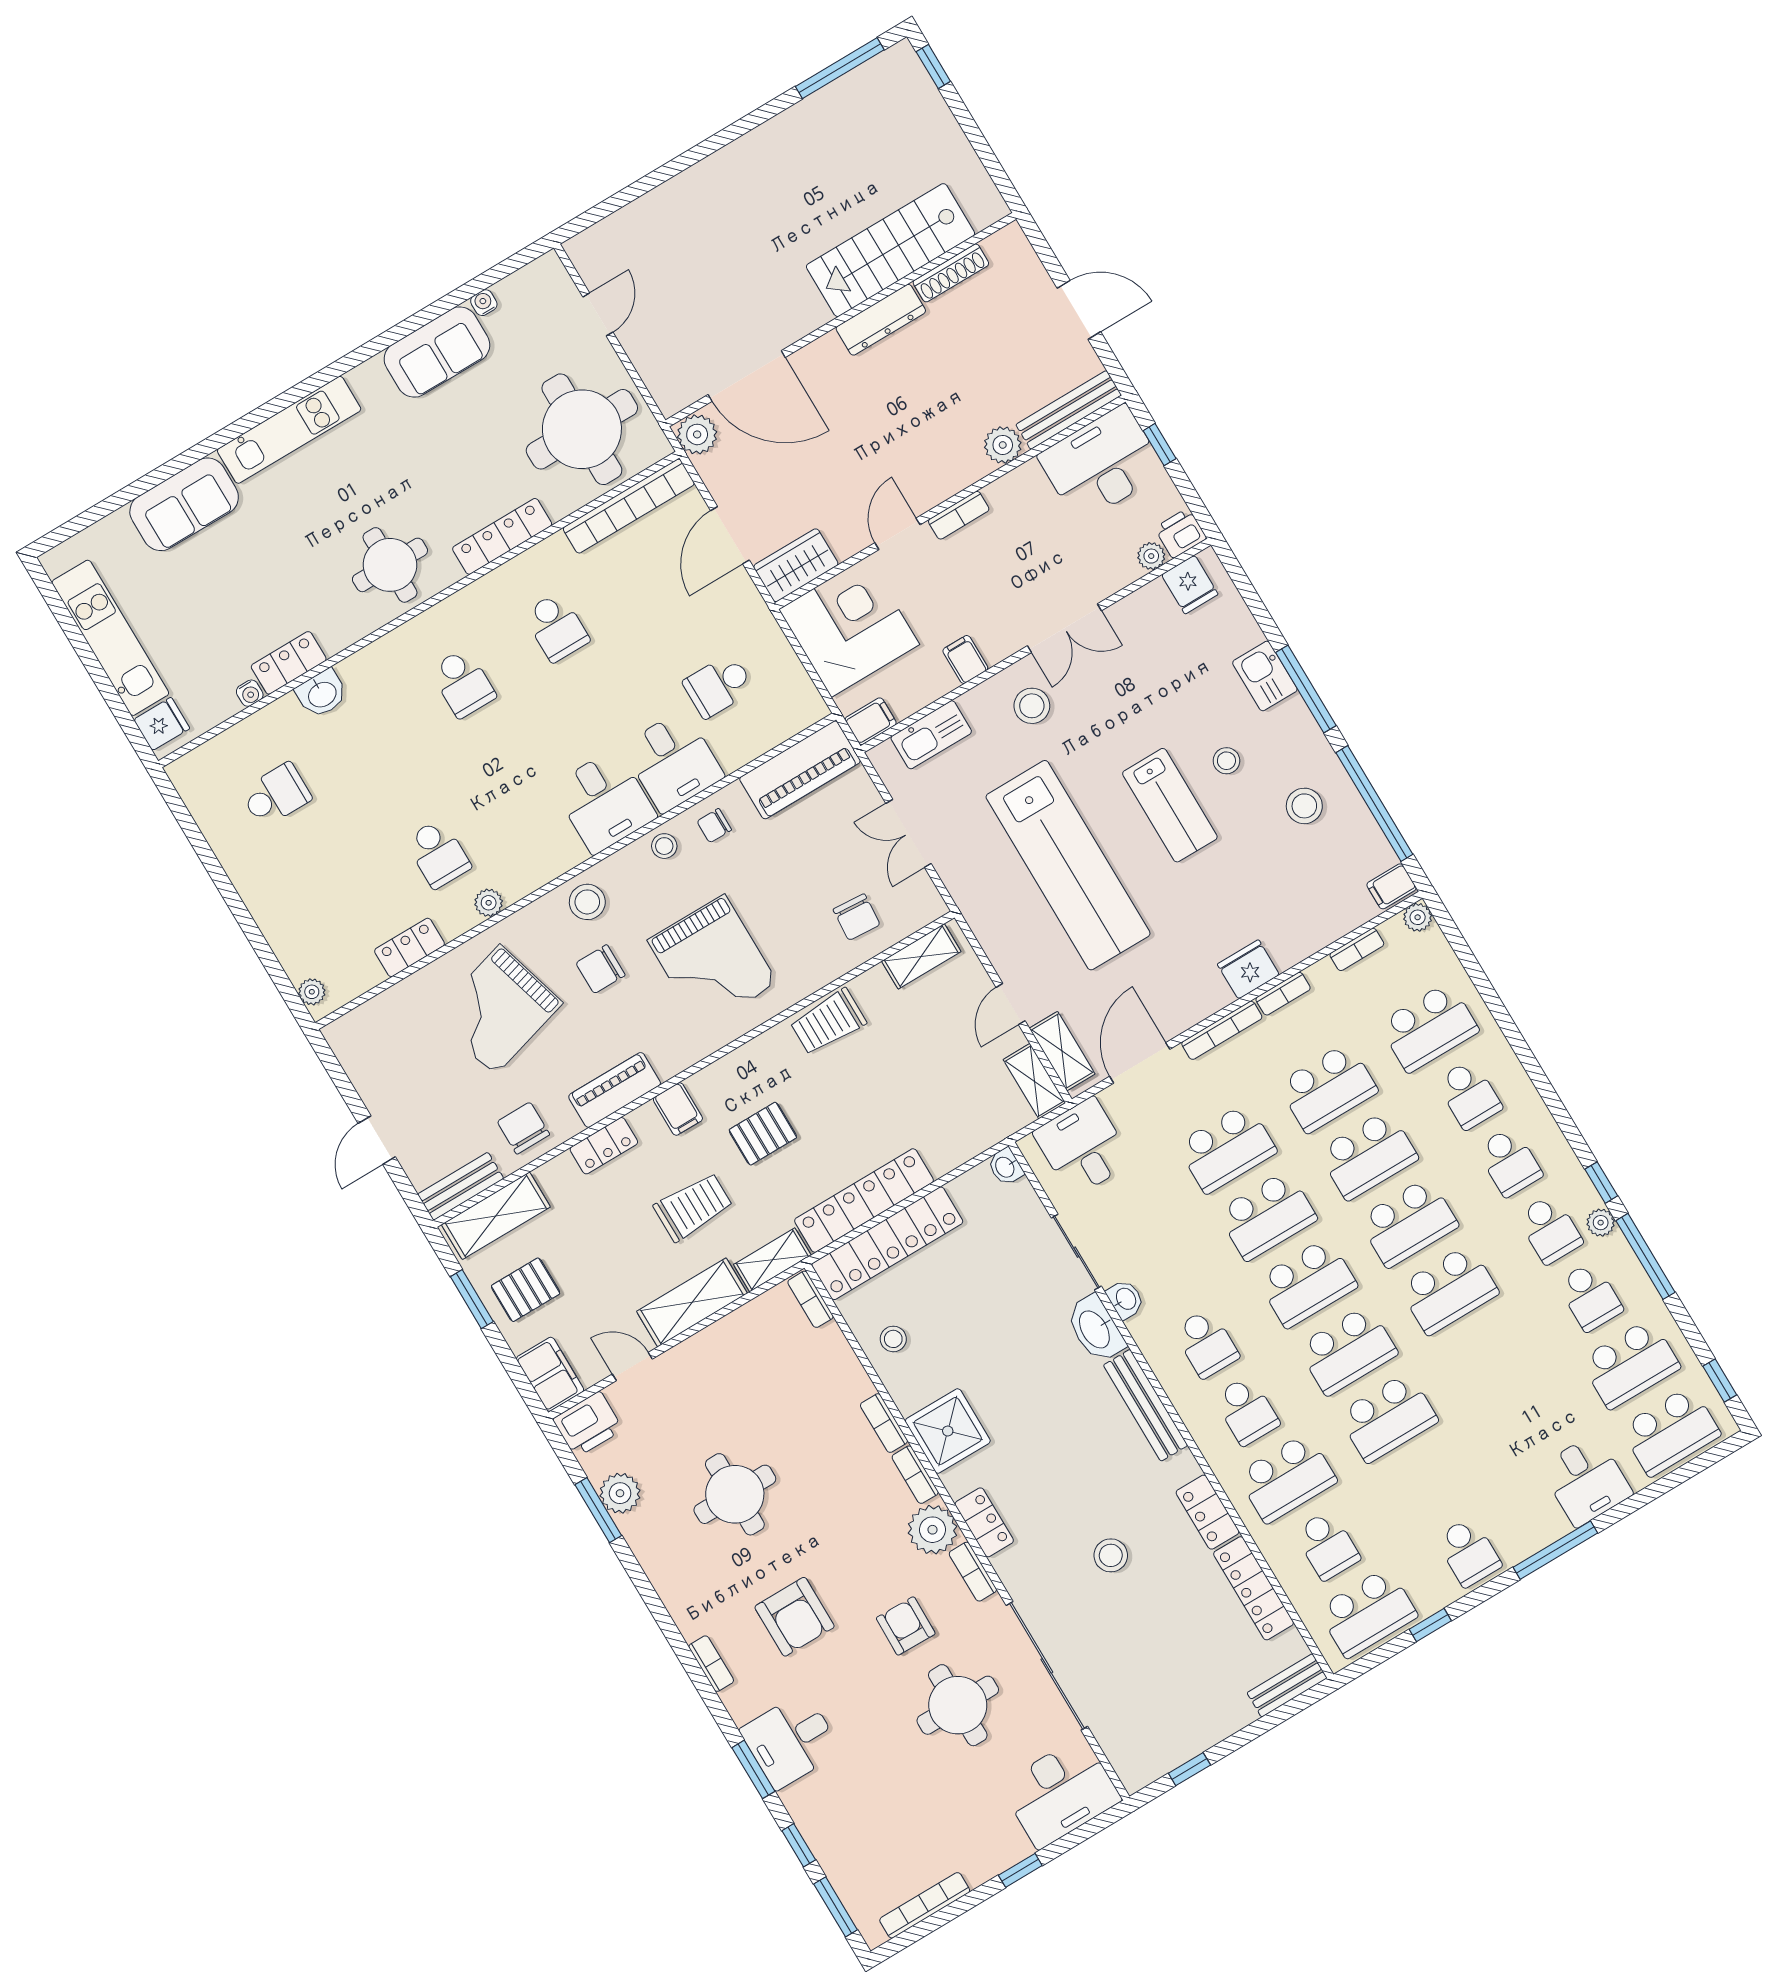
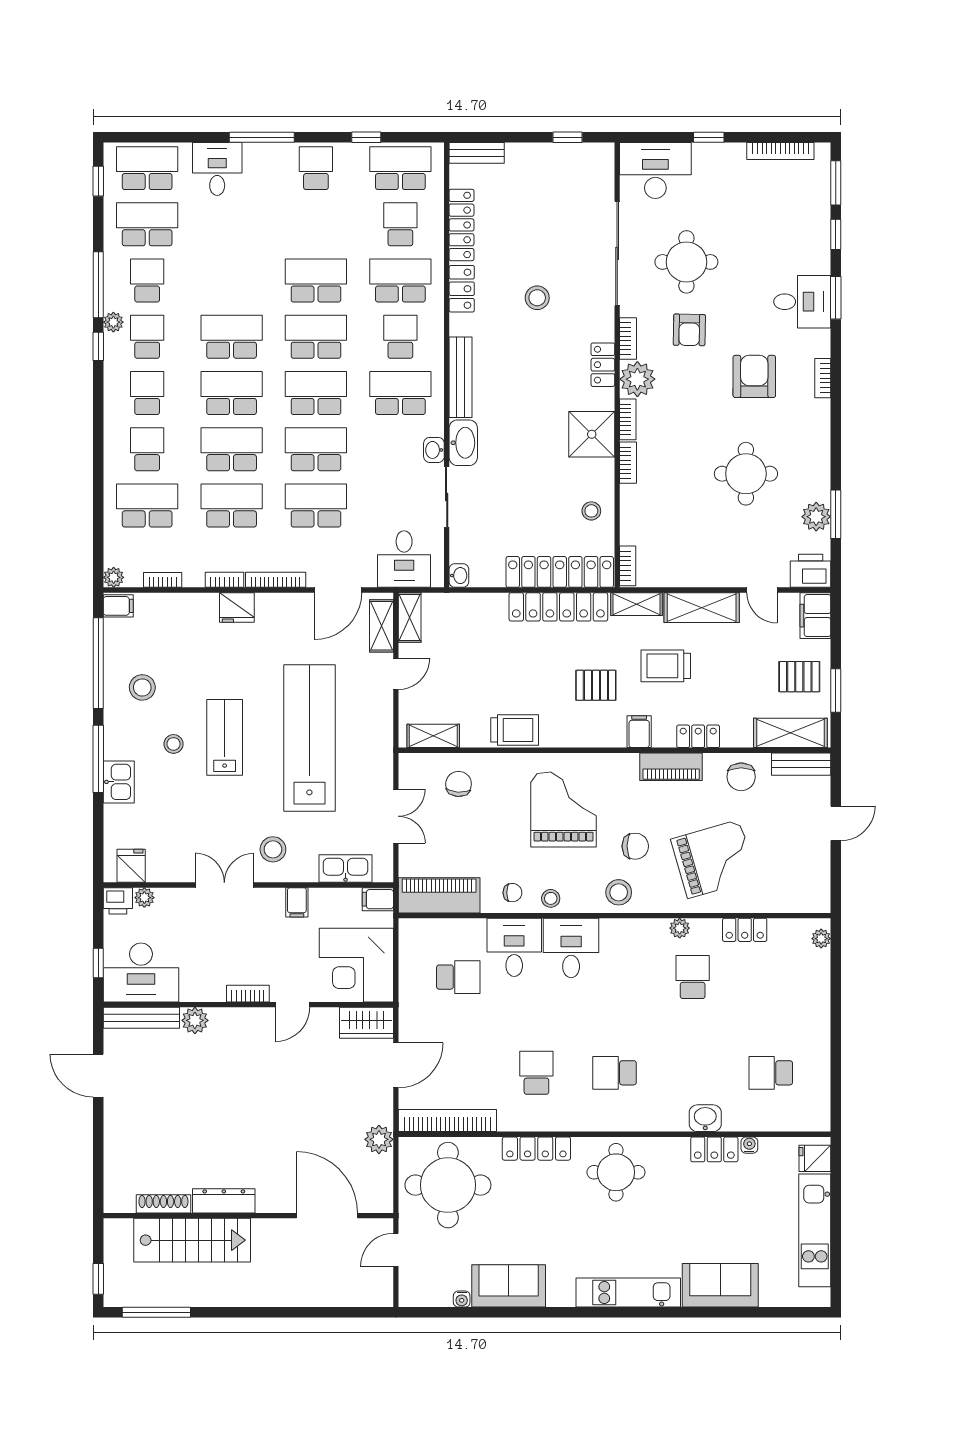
stairs: (891, 250) -> (192, 1240), moved
shoe rack: (951, 273) -> (163, 1204), moved
wall: (841, 320) -> (248, 1216), moved
dresser: (881, 320) -> (224, 1201), moved
door: (747, 376) -> (327, 1216), moved
school desk: (463, 683) -> (615, 1073), turned -90
school desk: (1206, 1343) -> (400, 393), width x1.85

